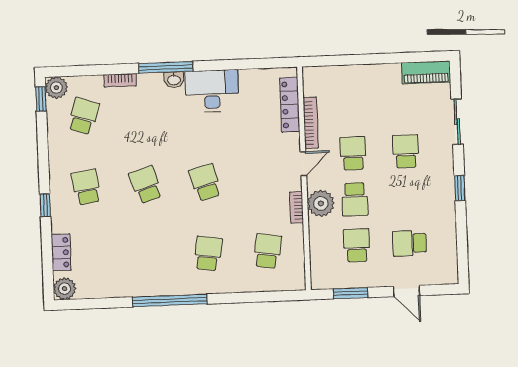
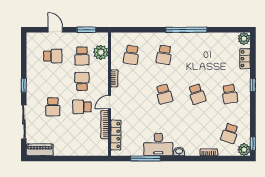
window: (166, 67) -> (145, 158), moved
sliding door: (457, 122) -> (24, 122), width x1.37
school desk: (353, 153) -> (82, 107), turned 90
plant: (321, 203) -> (101, 52), moved

